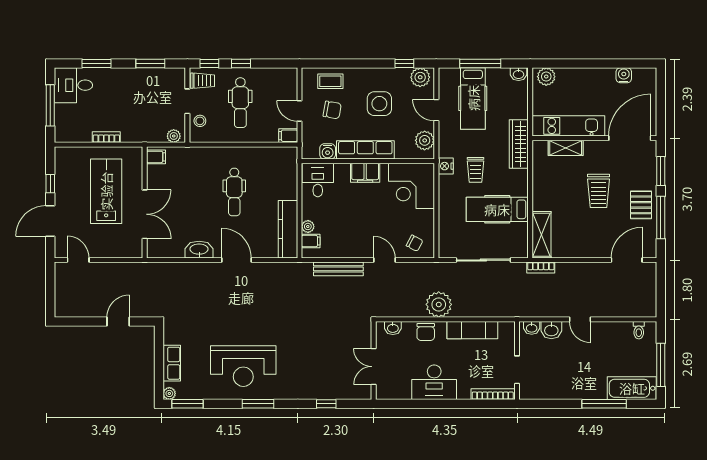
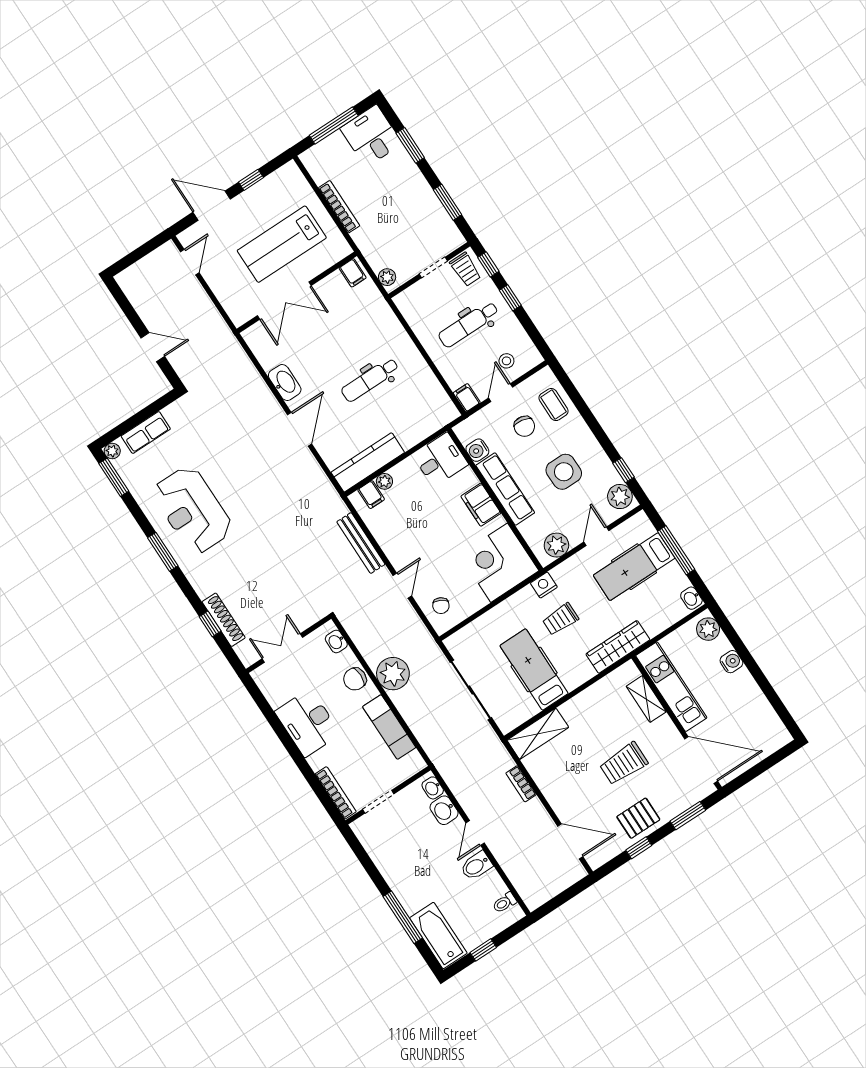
water cooler: (624, 75) -> (731, 662), moved
stool: (200, 121) -> (506, 361), moved
bookcase: (106, 137) -> (339, 207), width x1.56
lab bench: (106, 191) -> (282, 244), turned 180
window: (661, 217) -> (639, 848), width x0.46
bookcase: (541, 268) -> (521, 784), moved
bidet: (602, 333) -> (476, 866), added
window: (661, 365) -> (483, 950), width x0.46
shoe rack: (329, 393) -> (224, 620), added

